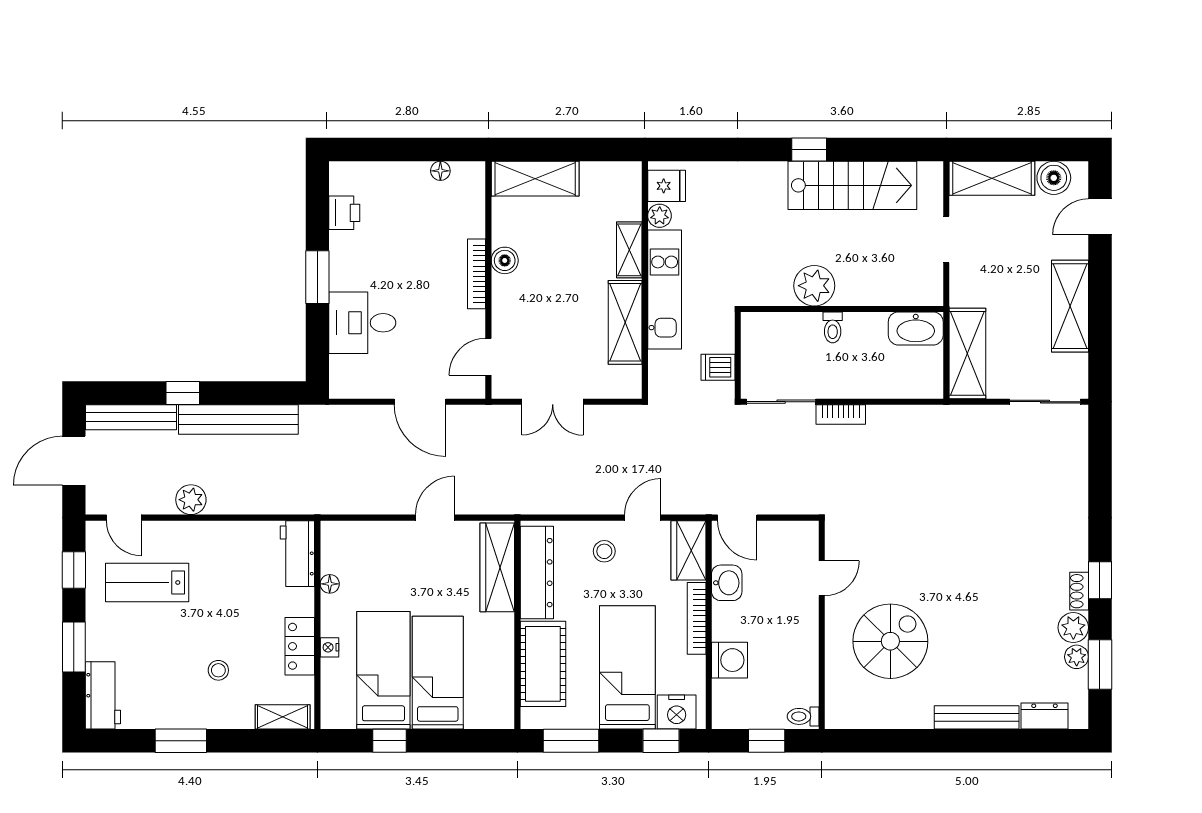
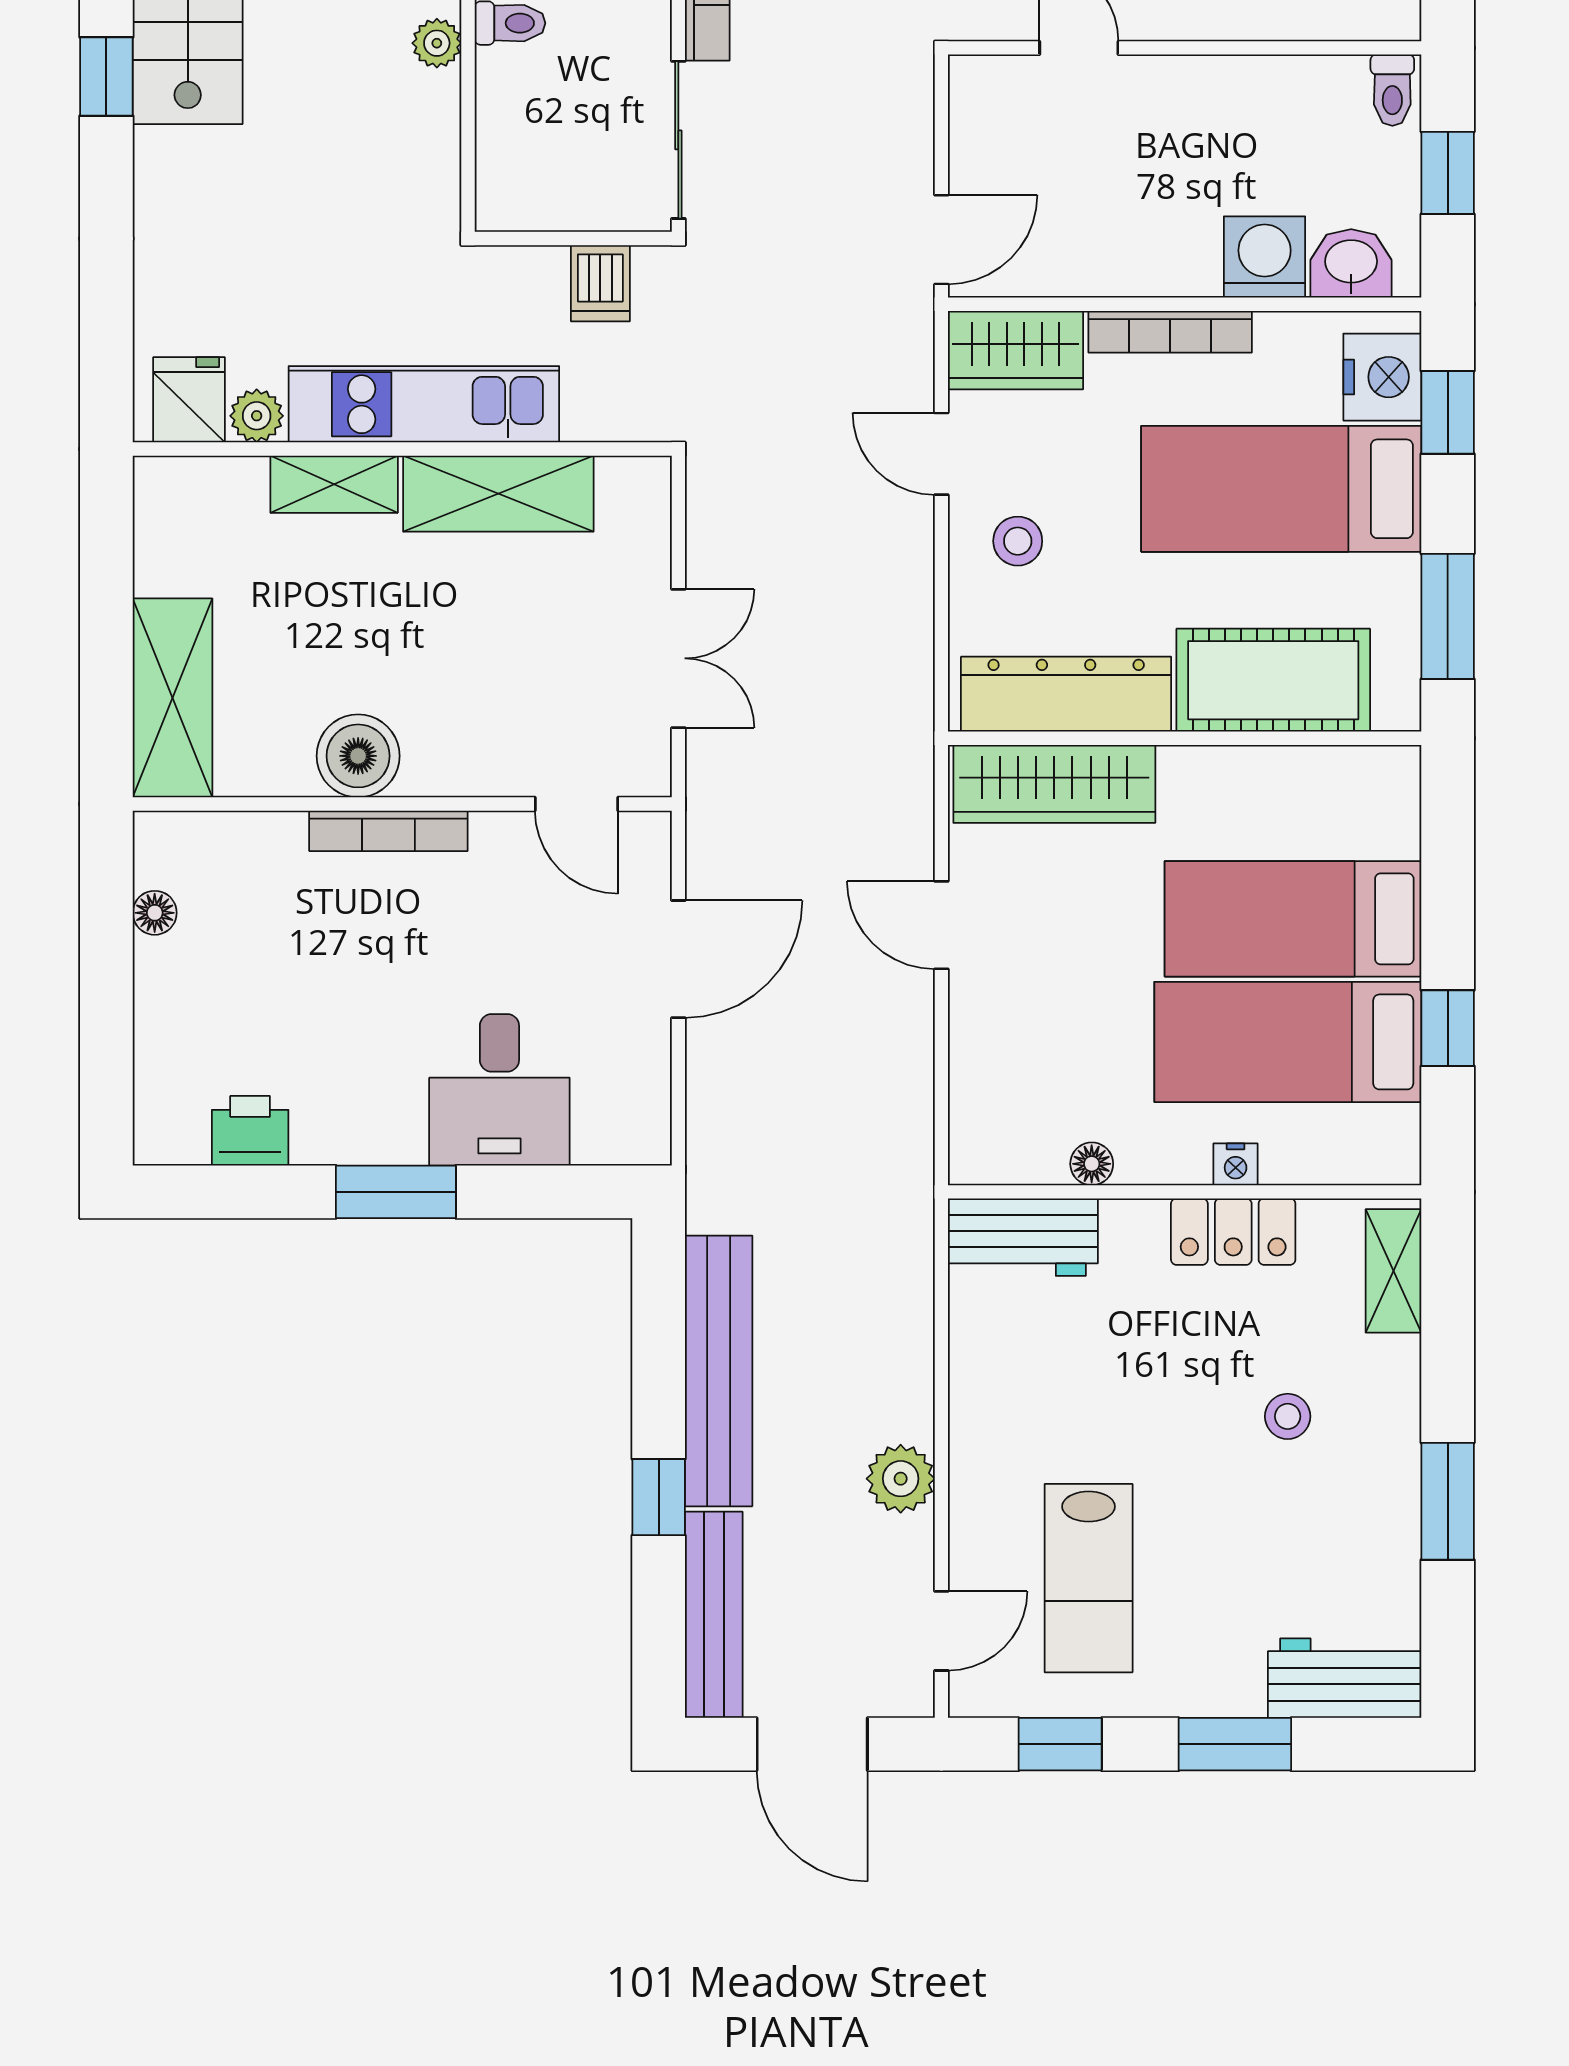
boiler: (505, 260) -> (358, 756), width x1.36, depth x1.36
plant: (814, 286) -> (437, 43), width x0.53, depth x0.53
washbasin: (727, 583) -> (1351, 263), moved

